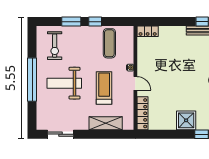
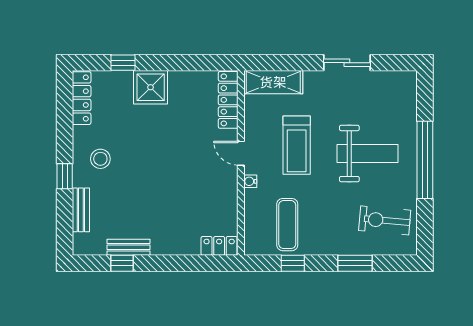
window: (95, 22) -> (293, 263), moved
exercise bike: (55, 46) -> (385, 220), turned -85
shelving: (106, 123) -> (273, 82), moved
sliding door: (61, 134) -> (347, 63), moved

